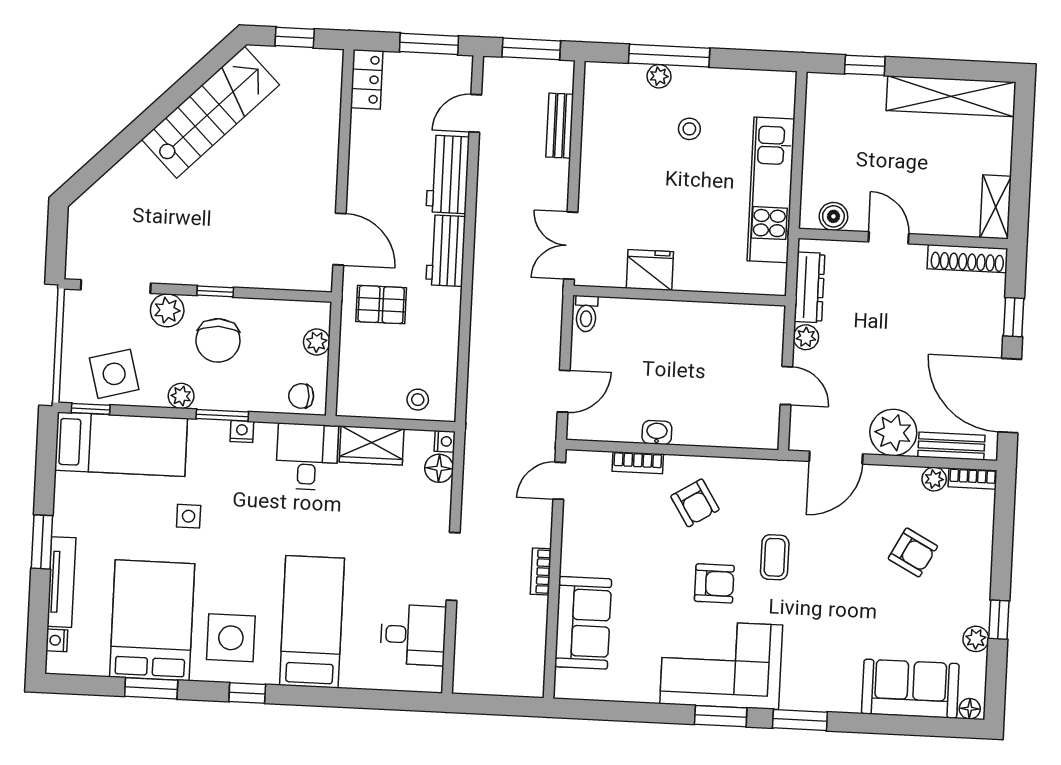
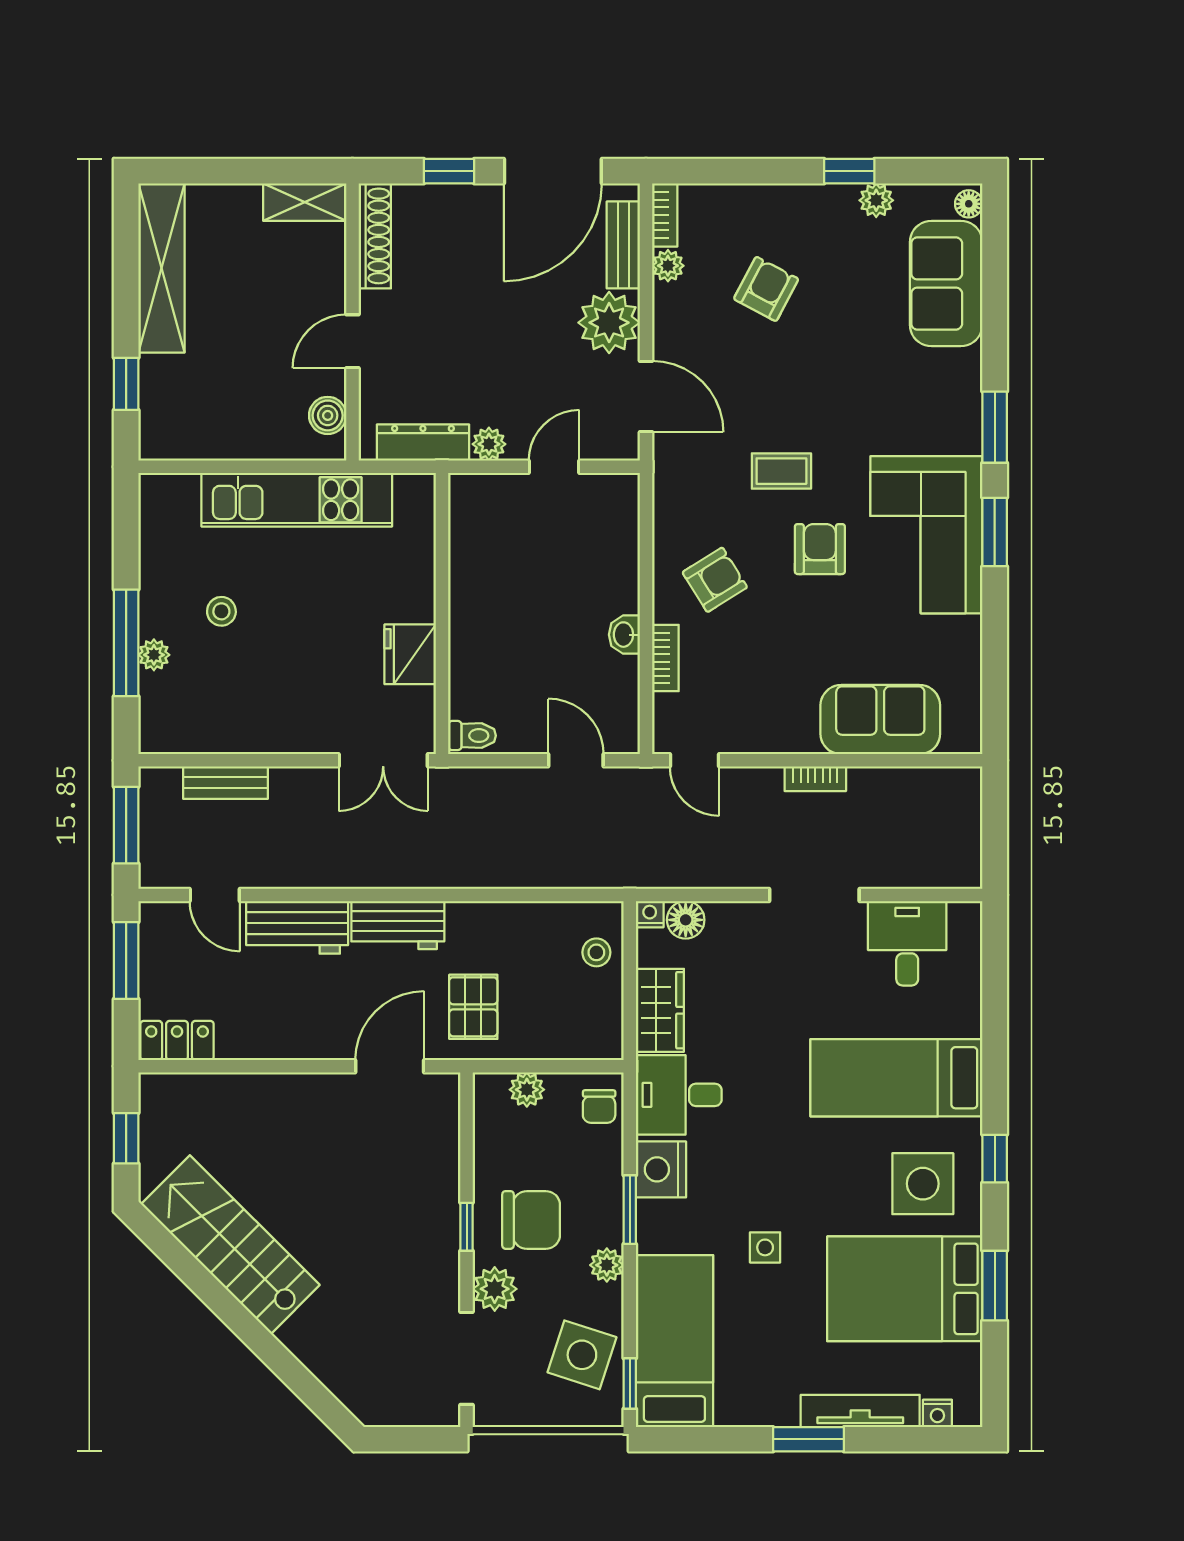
side table: (114, 374) -> (582, 1355), turned 33
nightstand: (242, 431) -> (661, 1169), width x1.89, depth x1.79

